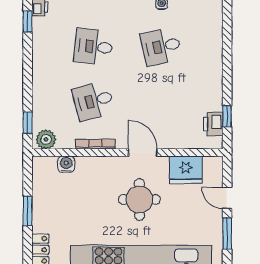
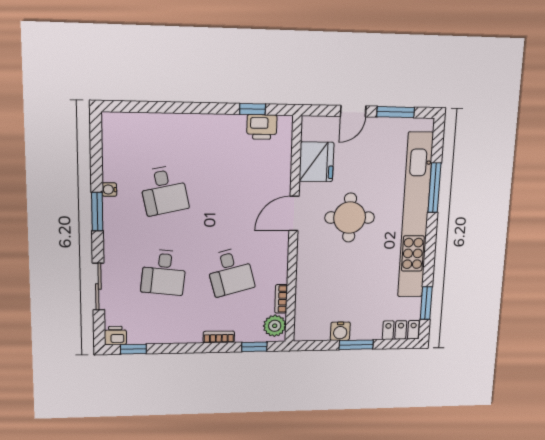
bookcase: (37, 92) -> (219, 337), added
bookcase: (95, 144) -> (281, 299), moved, width x0.64
water cooler: (66, 164) -> (340, 331), moved, turned -90

